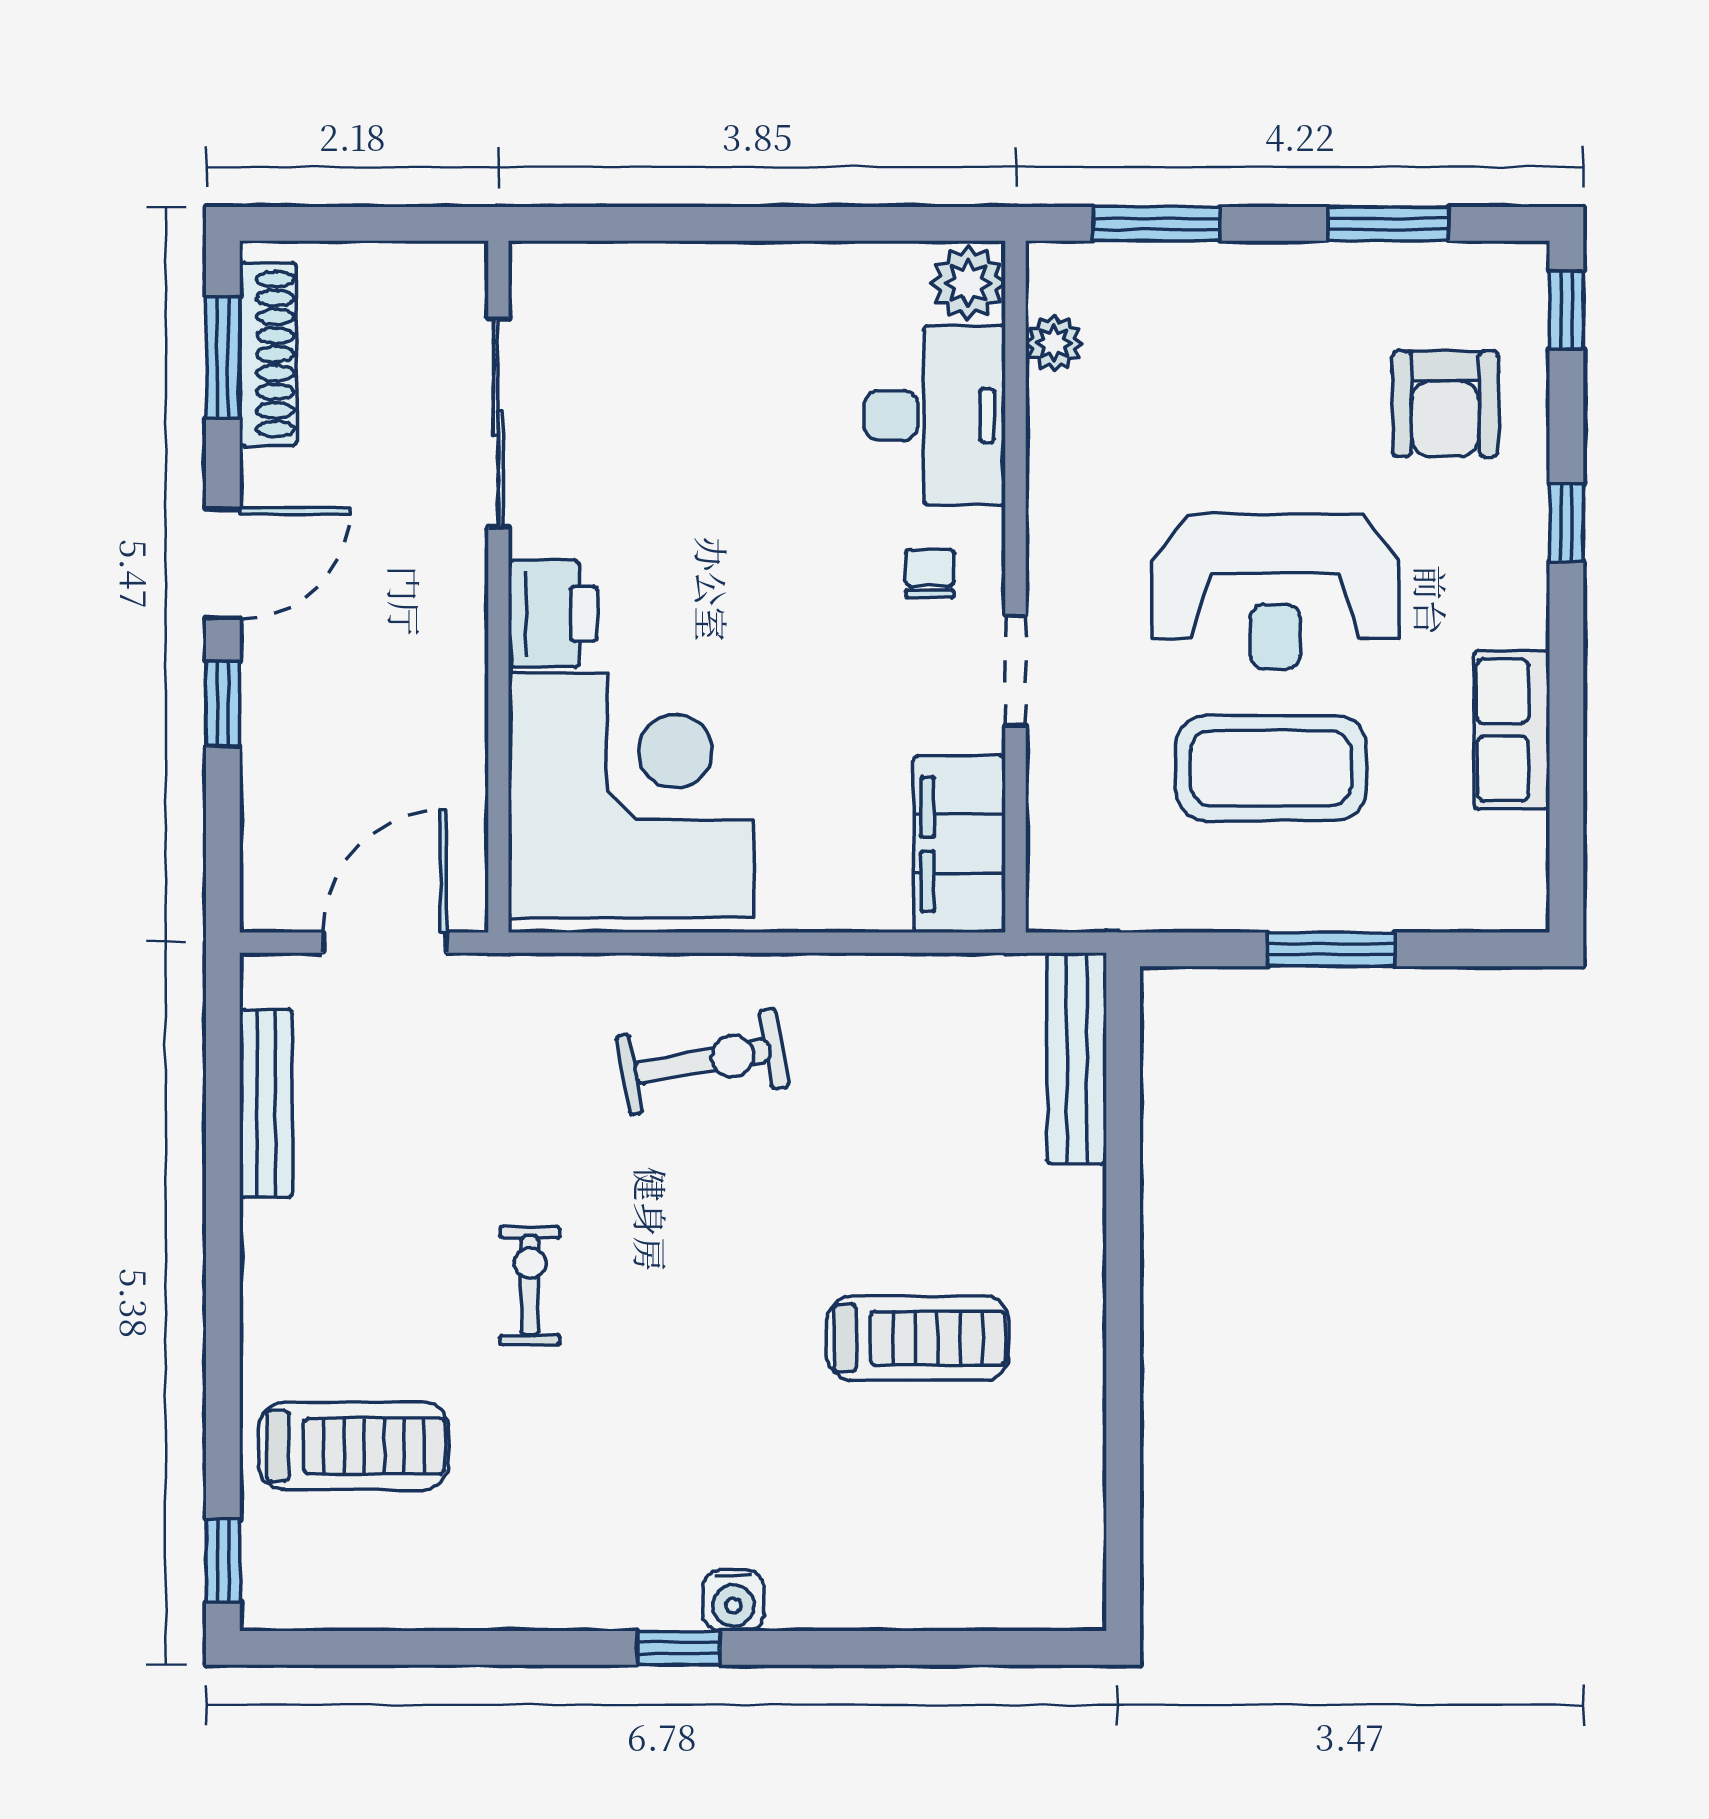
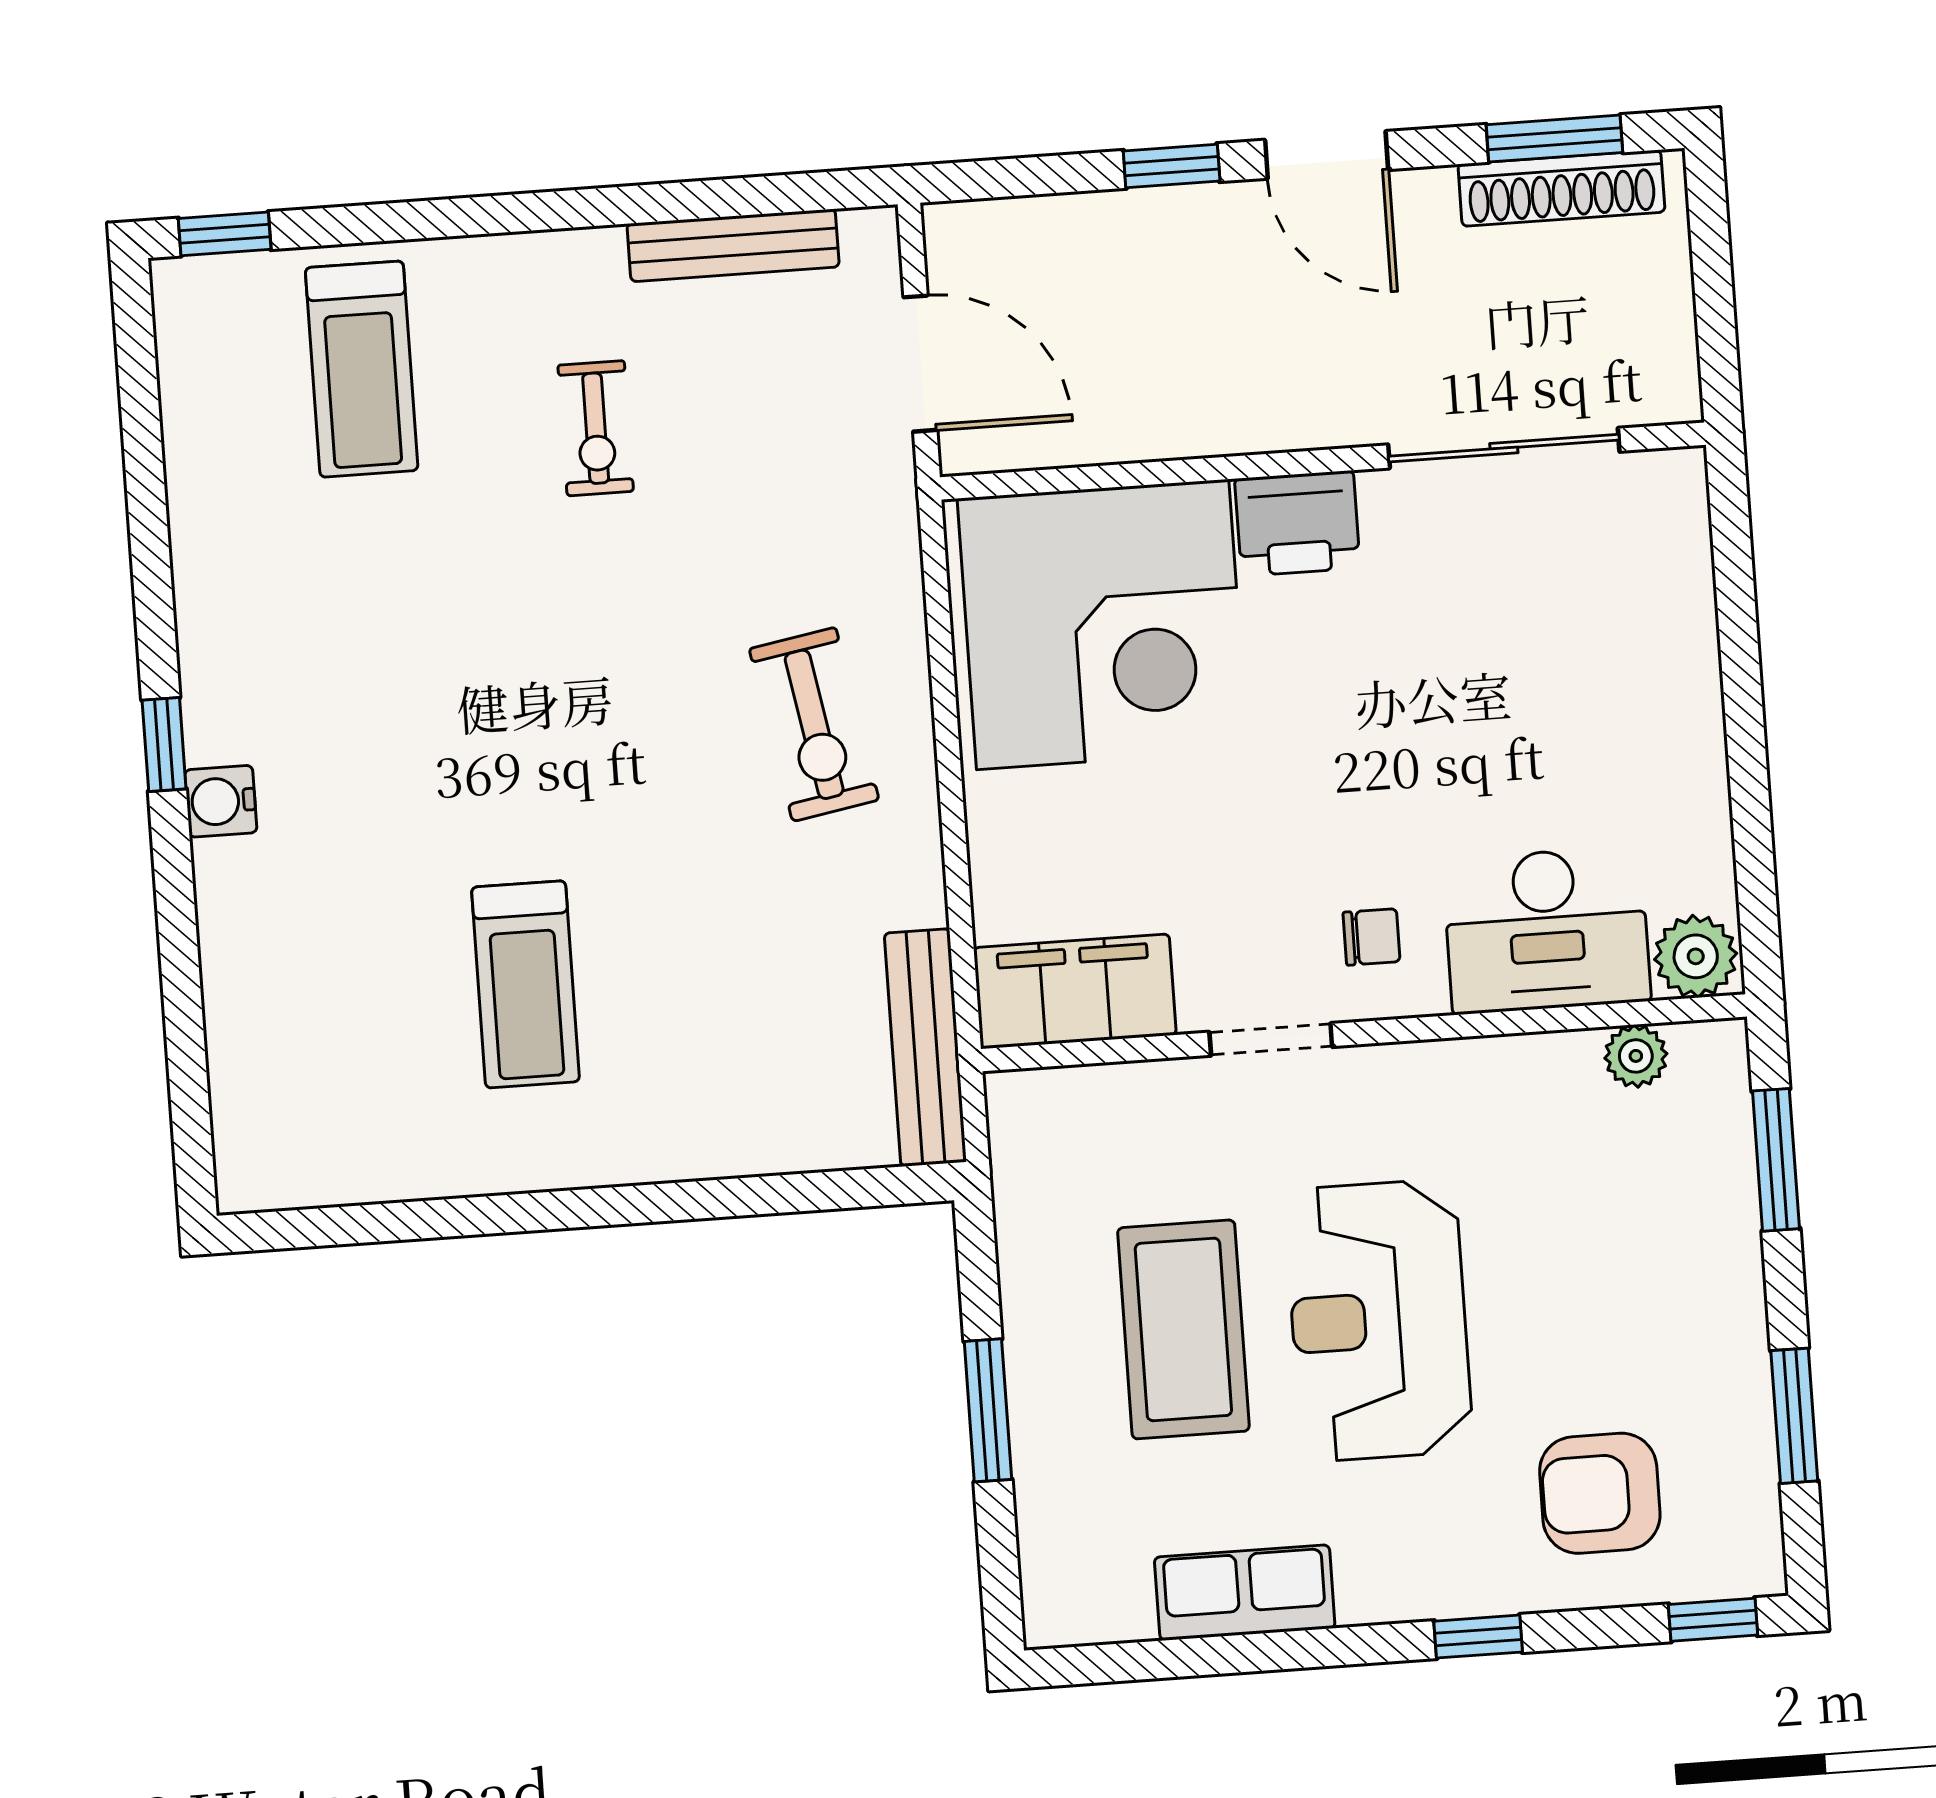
bench: (1077, 1058) -> (925, 1048), moved, turned 90
exercise bike: (530, 1285) -> (596, 428), moved, turned 90

